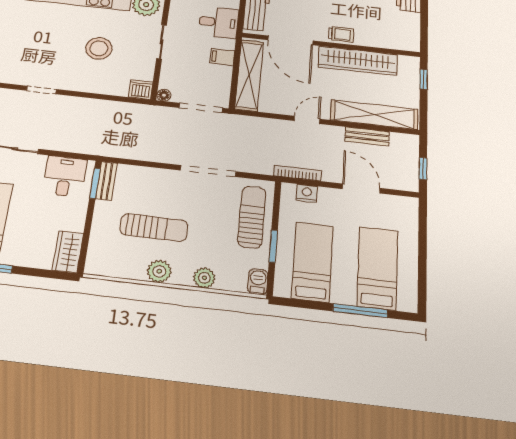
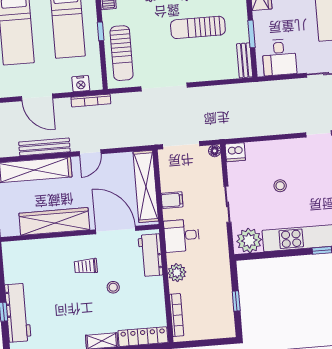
trolley: (341, 34) -> (86, 266), moved
stool: (99, 48) -> (280, 186), width x0.53, depth x0.53
bench: (367, 136) -> (44, 147), width x1.36
window: (95, 183) -> (252, 34), moved
window: (273, 246) -> (101, 31), width x0.67

